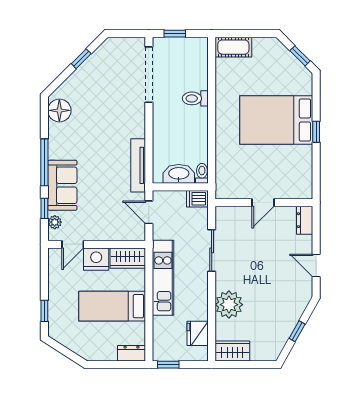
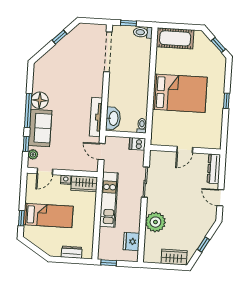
cot: (233, 47) -> (175, 38), width x1.37, depth x1.34
toilet: (195, 98) -> (143, 32), moved
floor lamp: (59, 110) -> (40, 100), moved
bed: (276, 120) -> (180, 93), moved, turned 180
washbasin: (179, 174) -> (113, 118), moved, turned 90
dresser: (305, 220) -> (214, 169), width x1.44
nightstand: (96, 259) -> (66, 180), width x0.53, depth x0.56
bed: (112, 306) -> (48, 215), moved, turned 180
wardrobe: (232, 351) -> (174, 257), moved
dresser: (131, 353) -> (72, 252), moved

